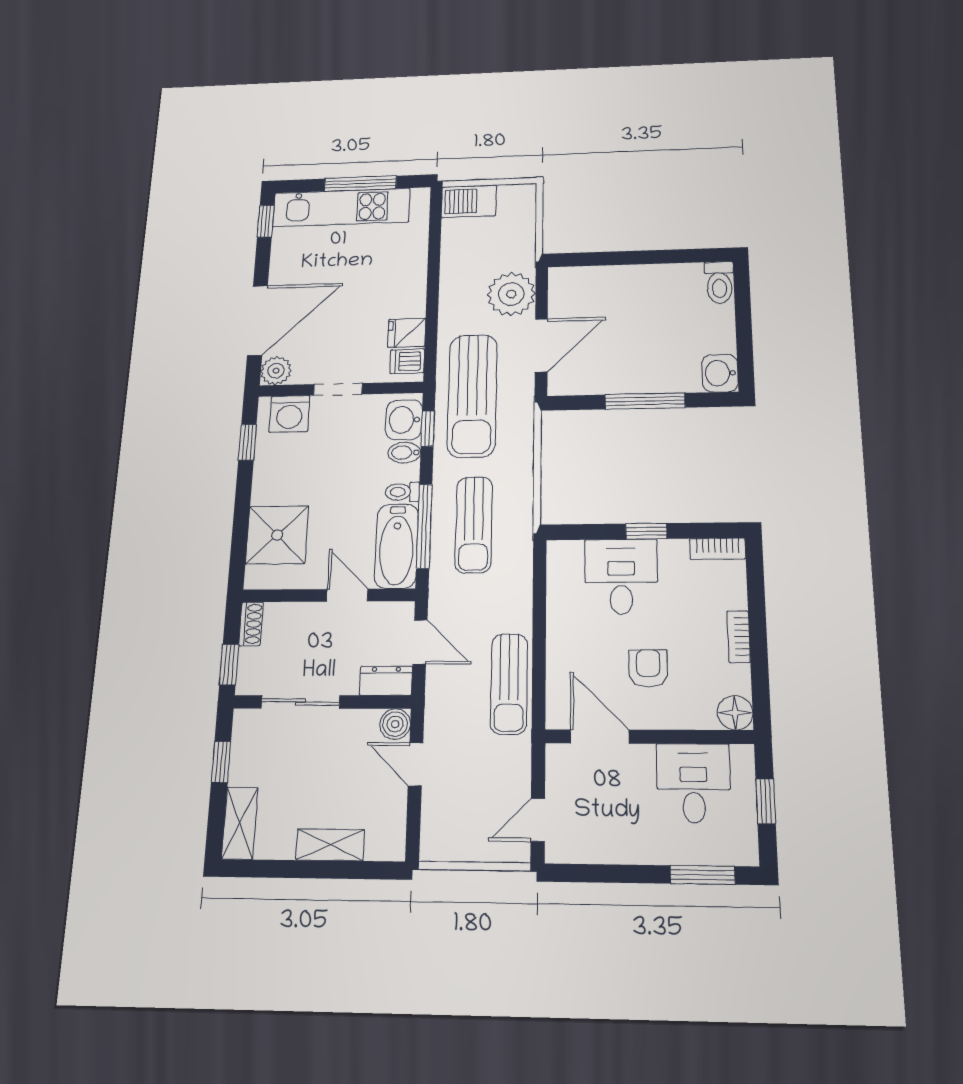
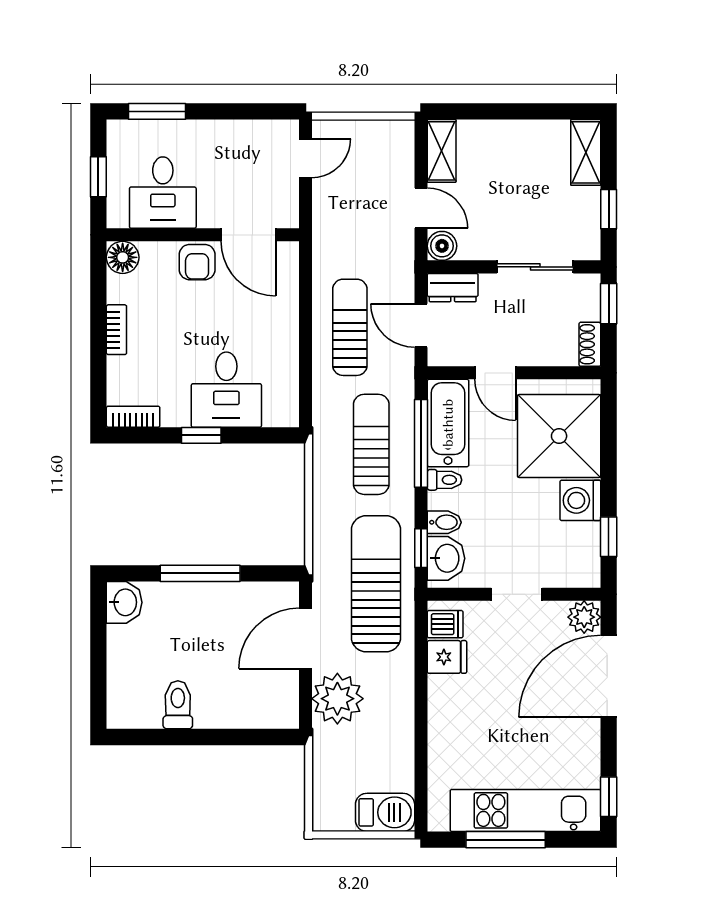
toilet: (719, 283) -> (178, 705), moved
washing machine: (290, 414) -> (580, 500), moved, turned -90
shower: (277, 535) -> (559, 436), width x1.37, depth x1.37
armchair: (648, 668) -> (197, 262), moved
sun lounger: (509, 684) -> (350, 327), moved
shelving: (330, 845) -> (442, 151), moved, turned 90

